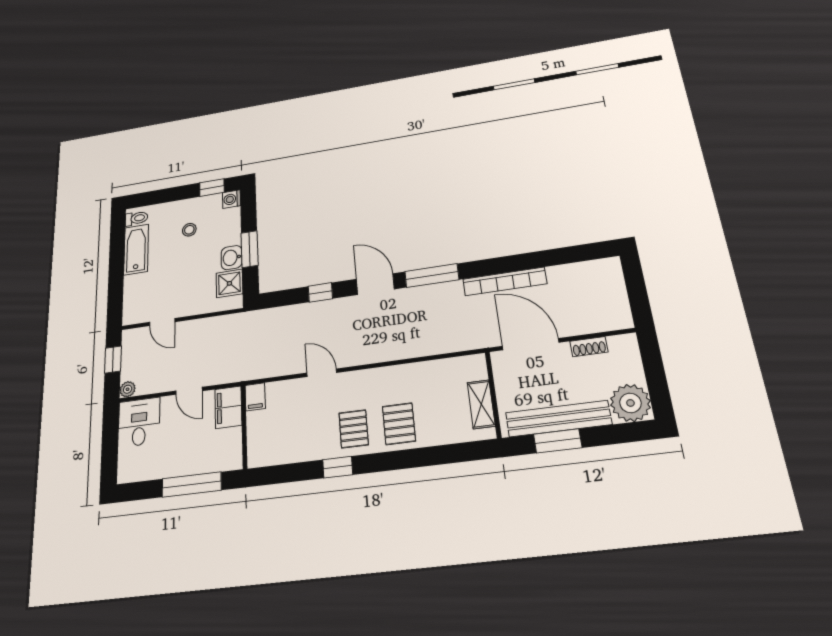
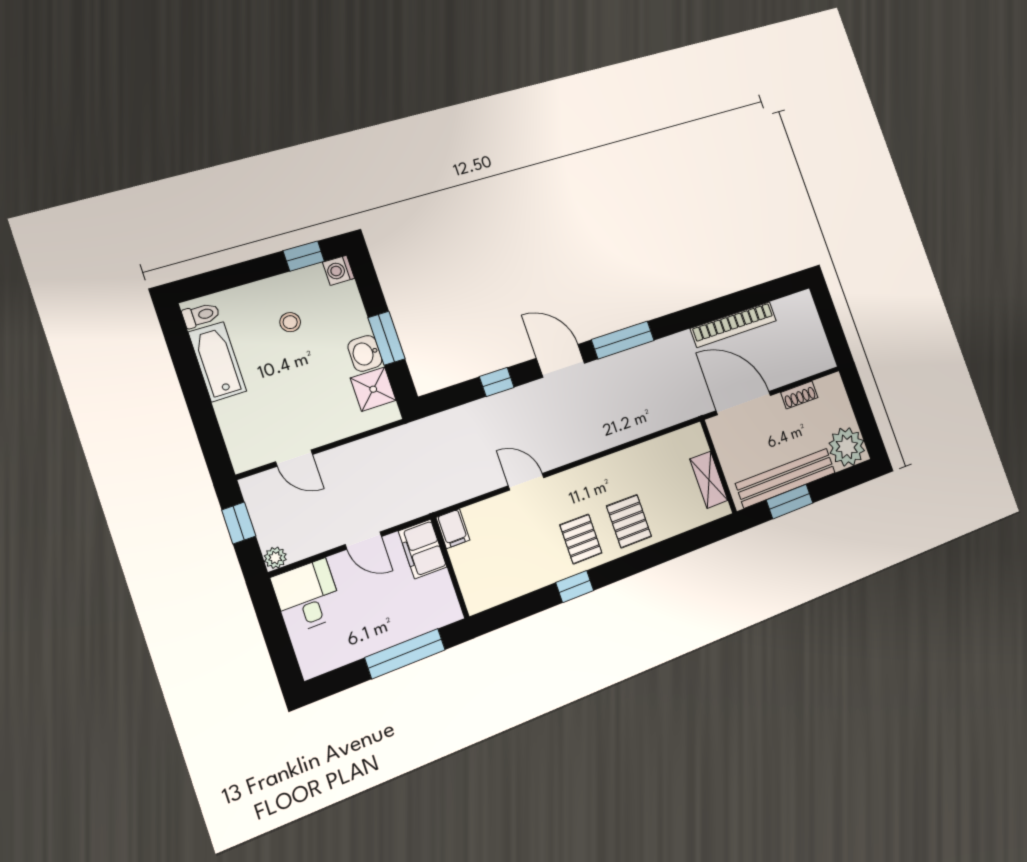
bookcase: (505, 281) -> (734, 325), moved

